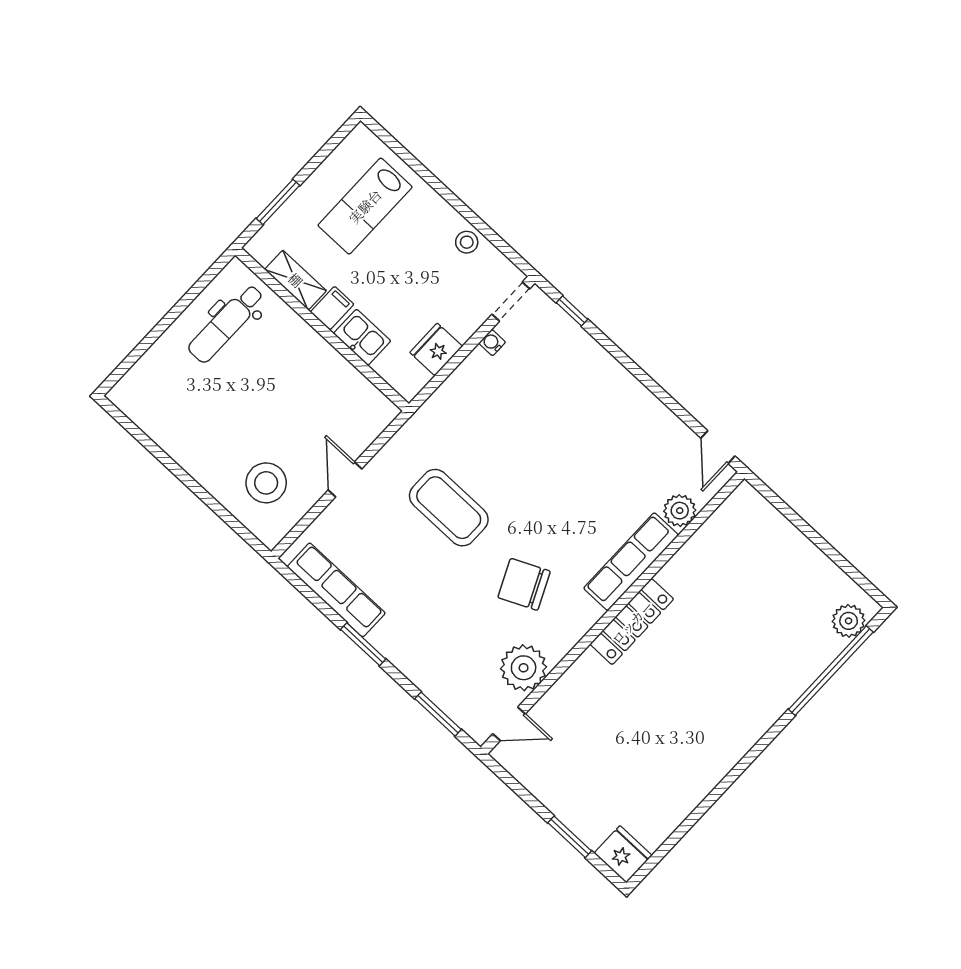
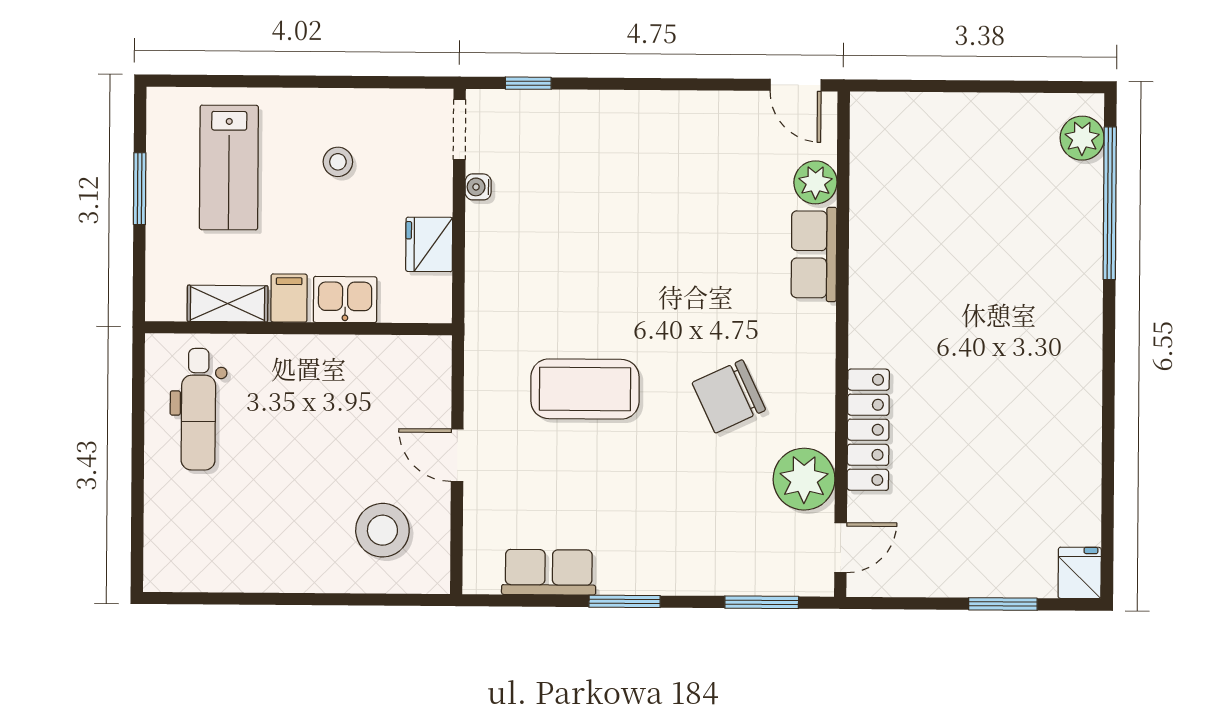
window: (278, 202) -> (140, 189), moved
stool: (467, 242) -> (338, 162), moved
row of seats: (631, 562) -> (814, 254), width x0.68
row of seats: (336, 590) -> (549, 572), width x0.68
locker: (632, 622) -> (868, 430), moved
fridge: (623, 854) -> (1080, 573), width x0.72

